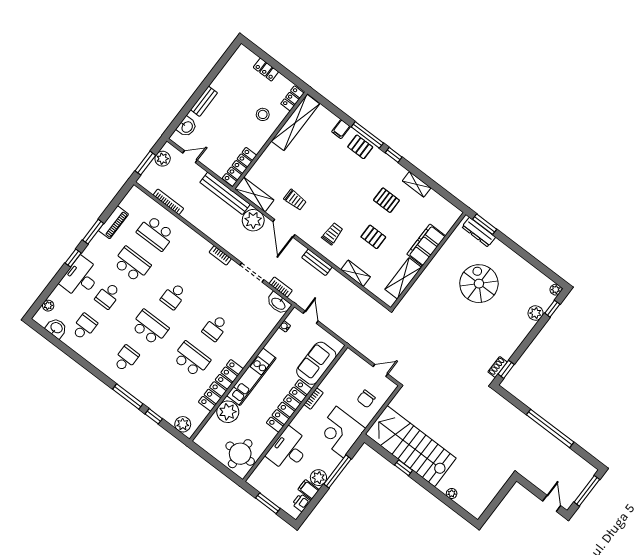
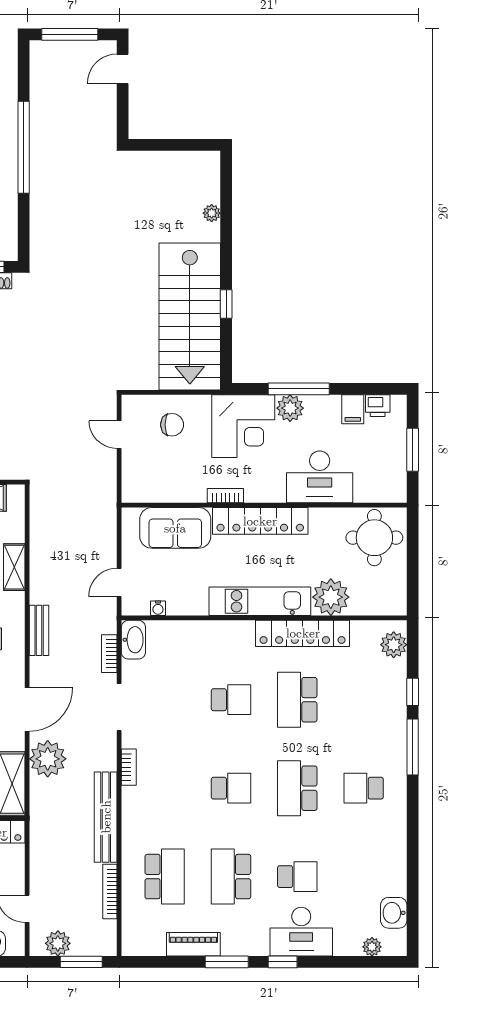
bench: (225, 193) -> (106, 817), moved
school desk: (84, 327) -> (364, 877), removed
plant: (318, 478) -> (290, 408), moved

